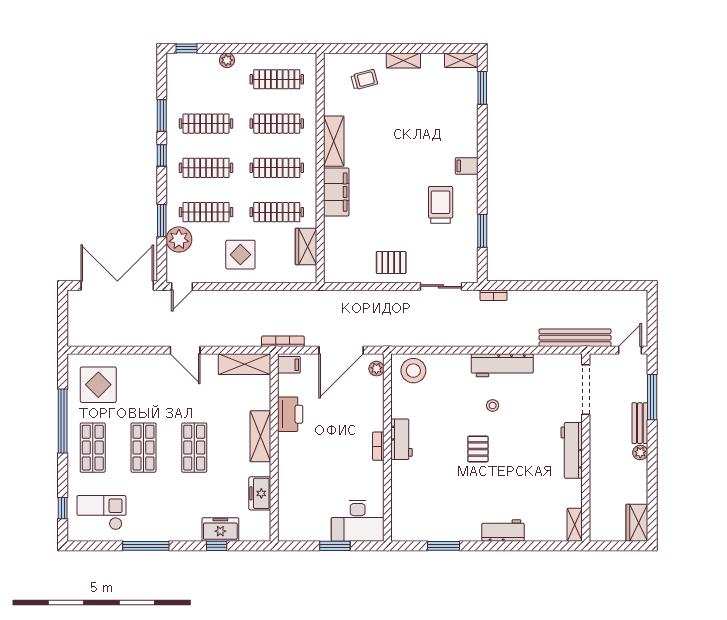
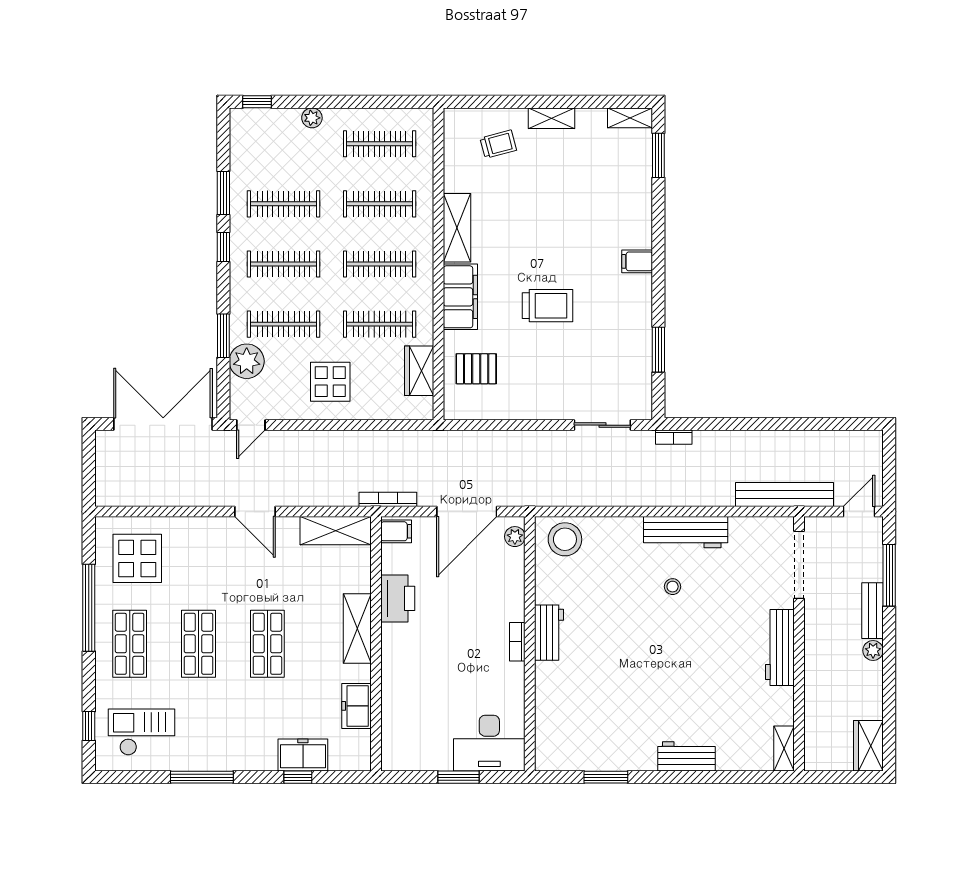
trolley: (441, 205) -> (548, 306), moved, turned 90
pallet: (391, 263) -> (476, 369), moved
pallet: (478, 449) -> (653, 646), removed

